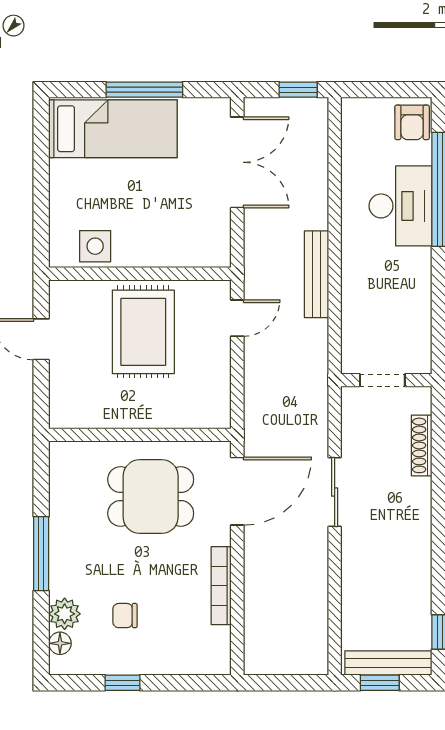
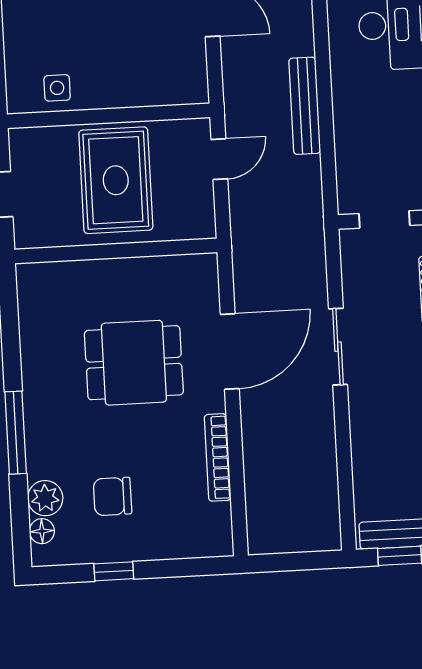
side table: (95, 246) -> (57, 88), width x0.73, depth x0.73
wall: (140, 435) -> (116, 251), moved
chair: (125, 616) -> (112, 496), width x1.37, depth x1.37

